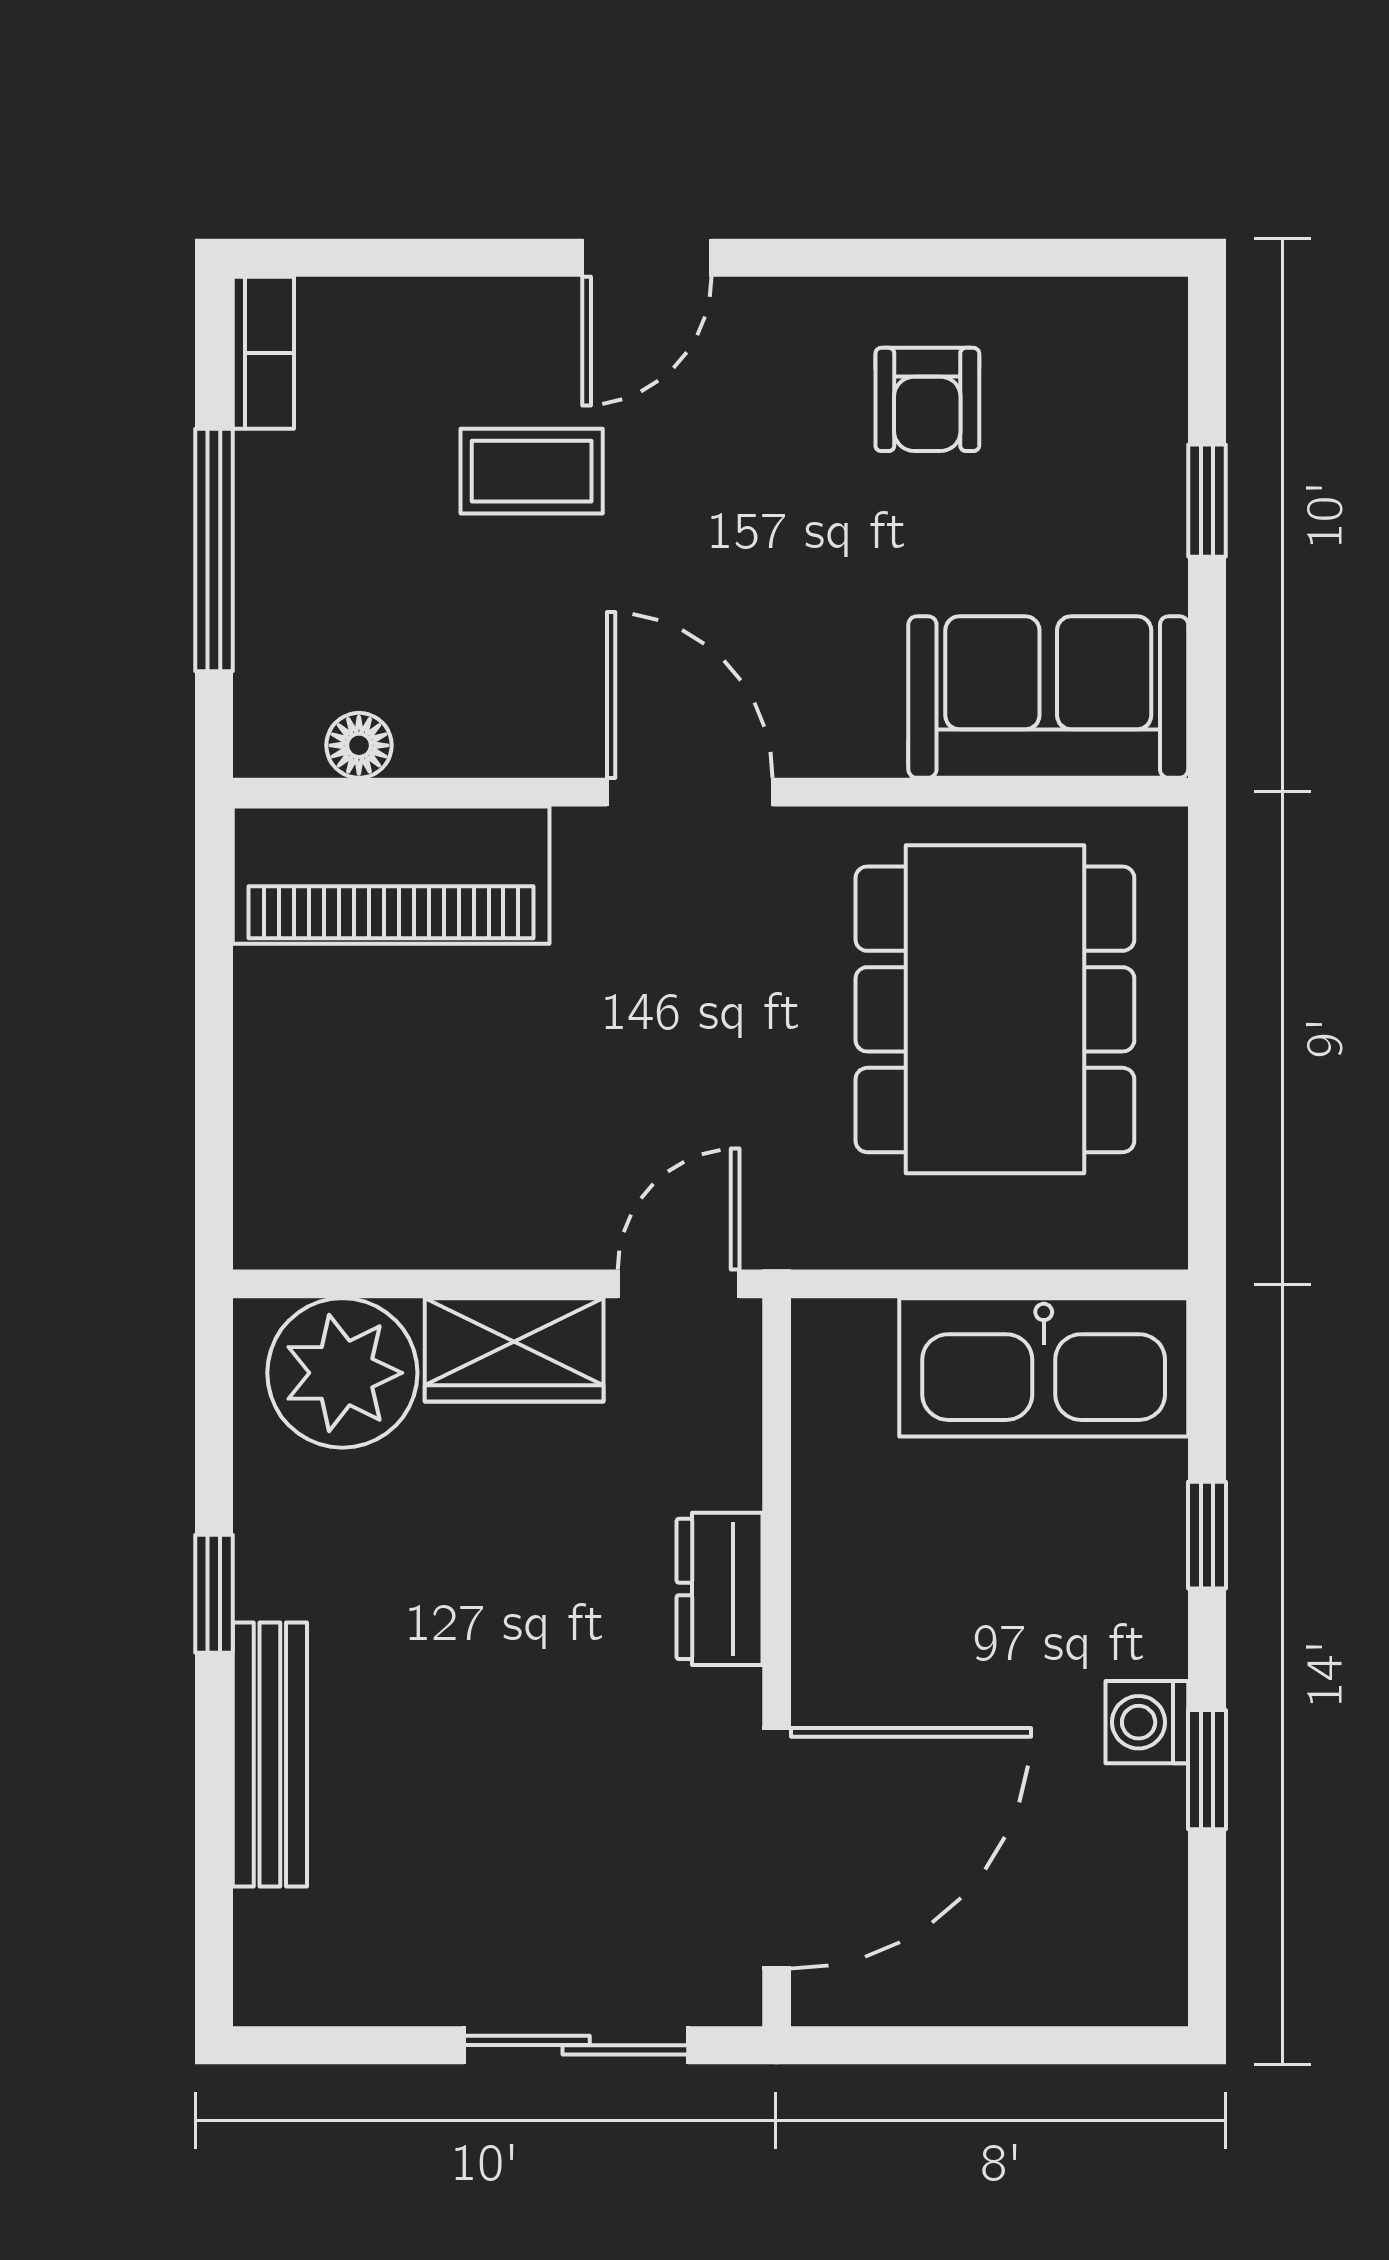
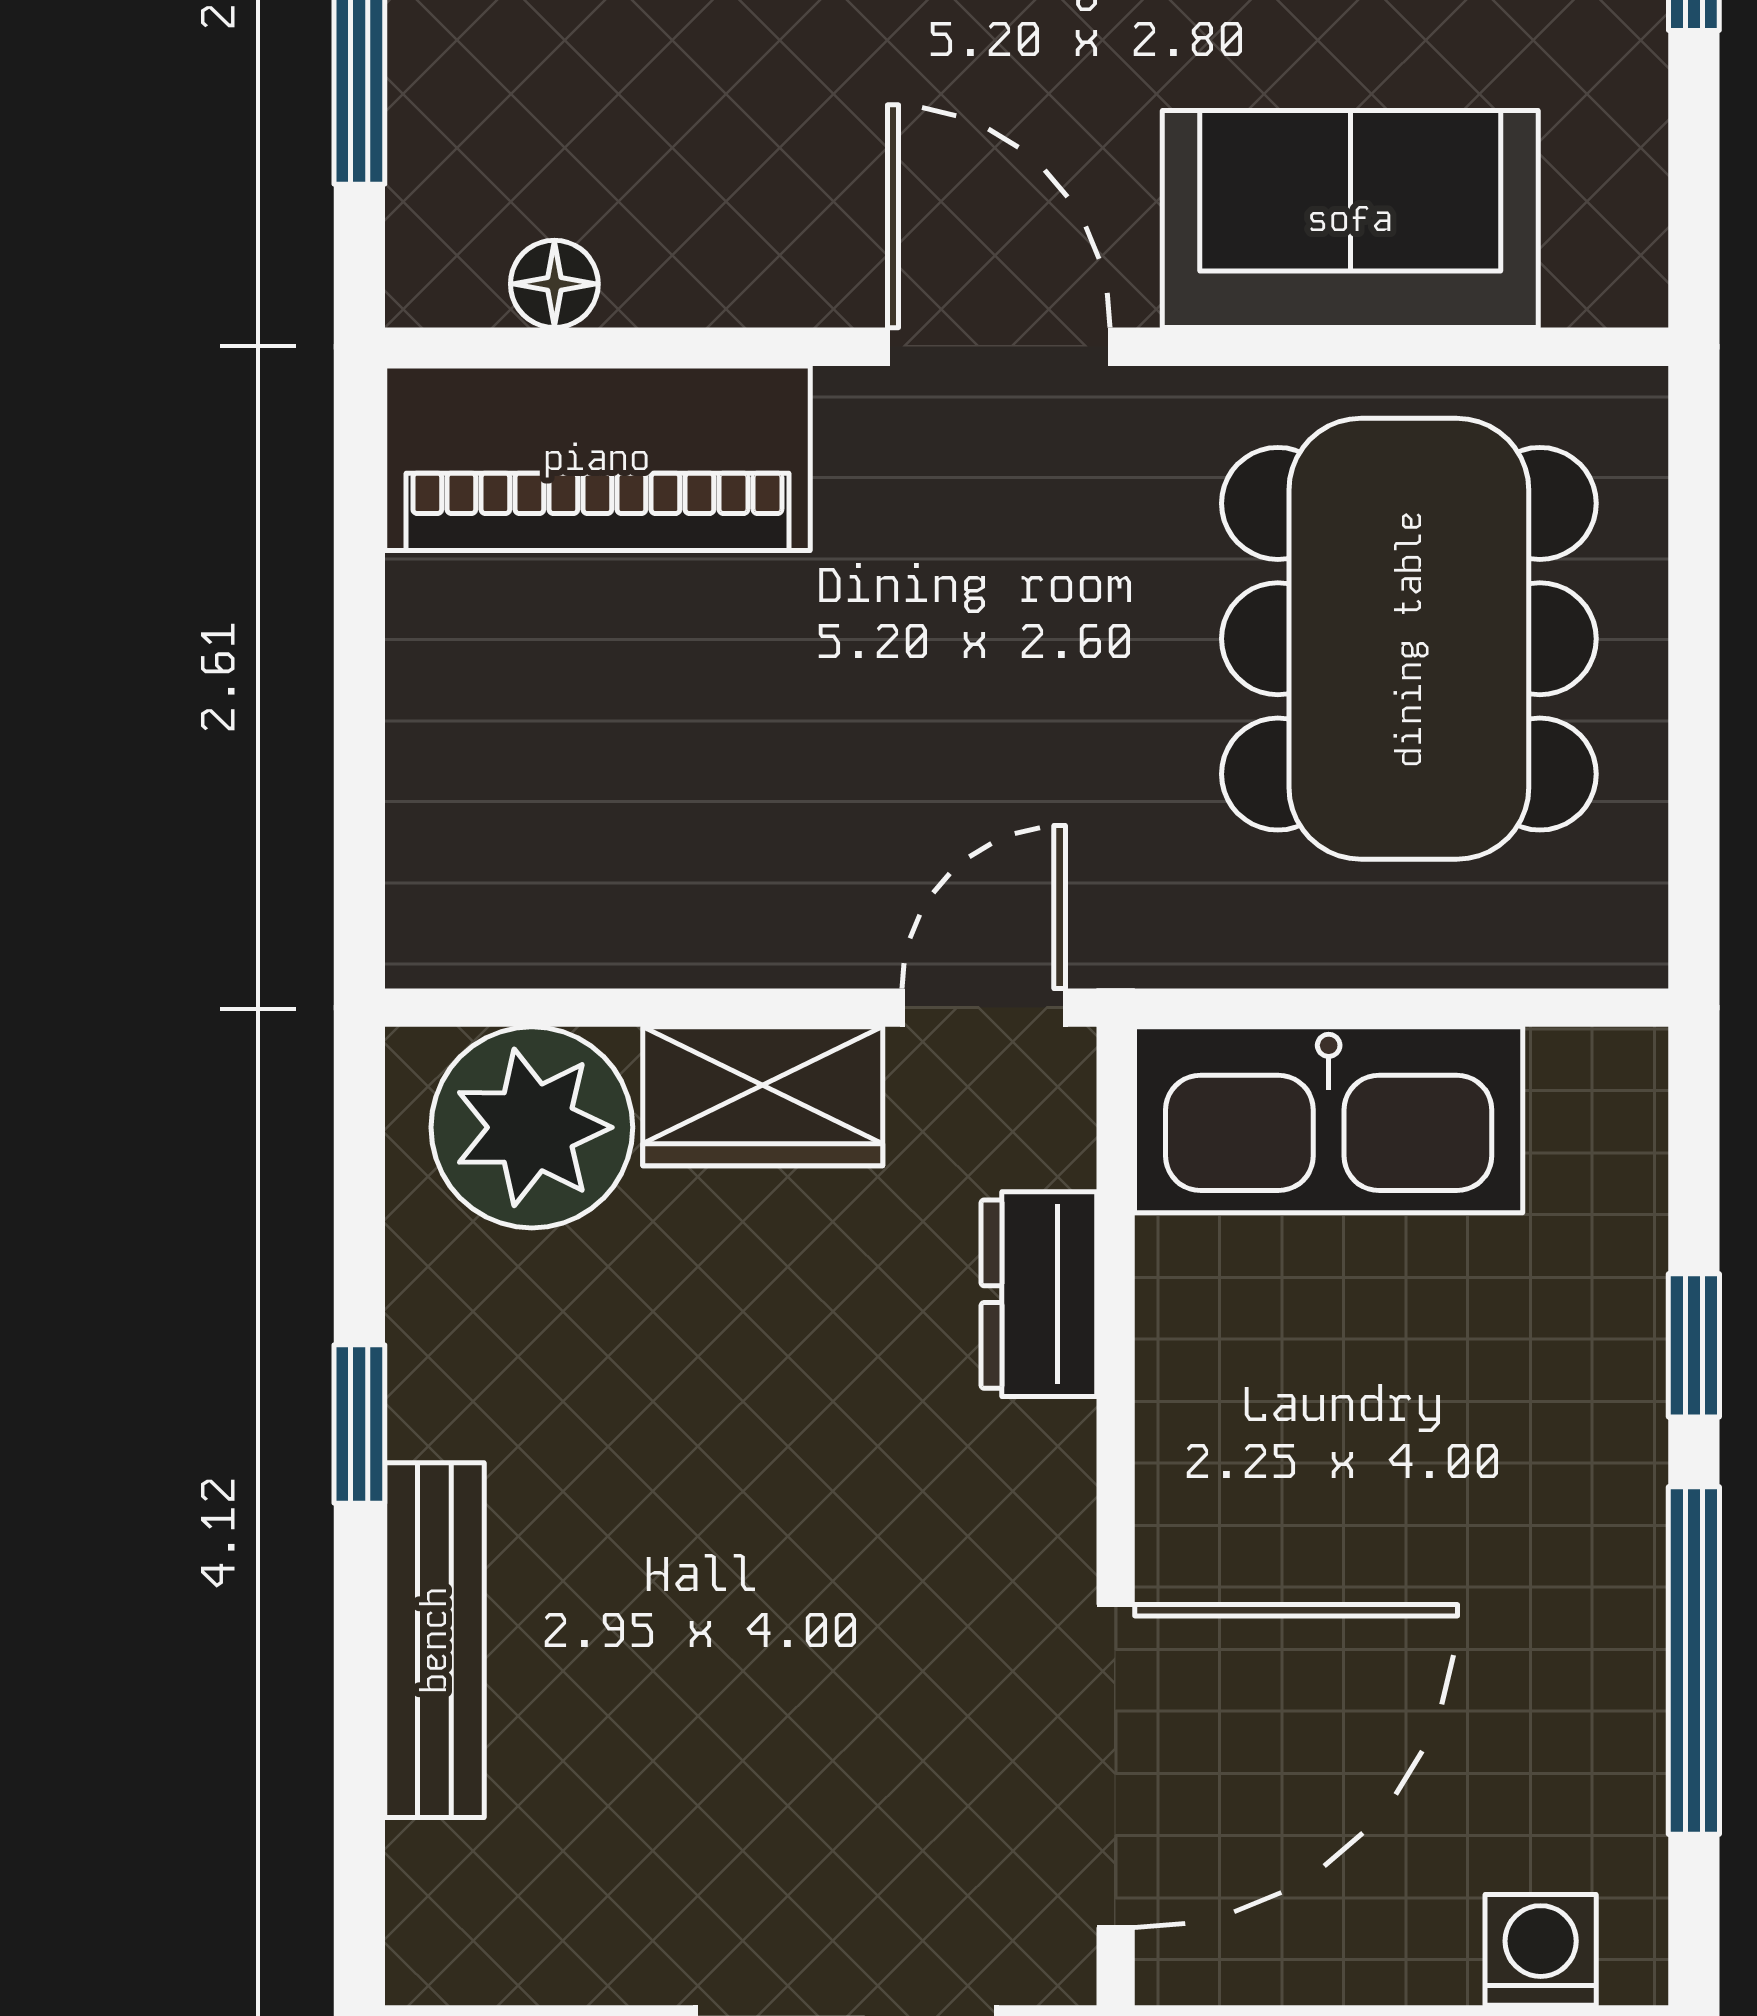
sofa: (1048, 697) -> (1350, 219), moved
kitchen sink: (1044, 1367) -> (1329, 1120), moved
dresser: (720, 1589) -> (1039, 1294), moved
washing machine: (1147, 1722) -> (1541, 1950), moved, turned 90
window: (1207, 1770) -> (1694, 1661), width x2.17

